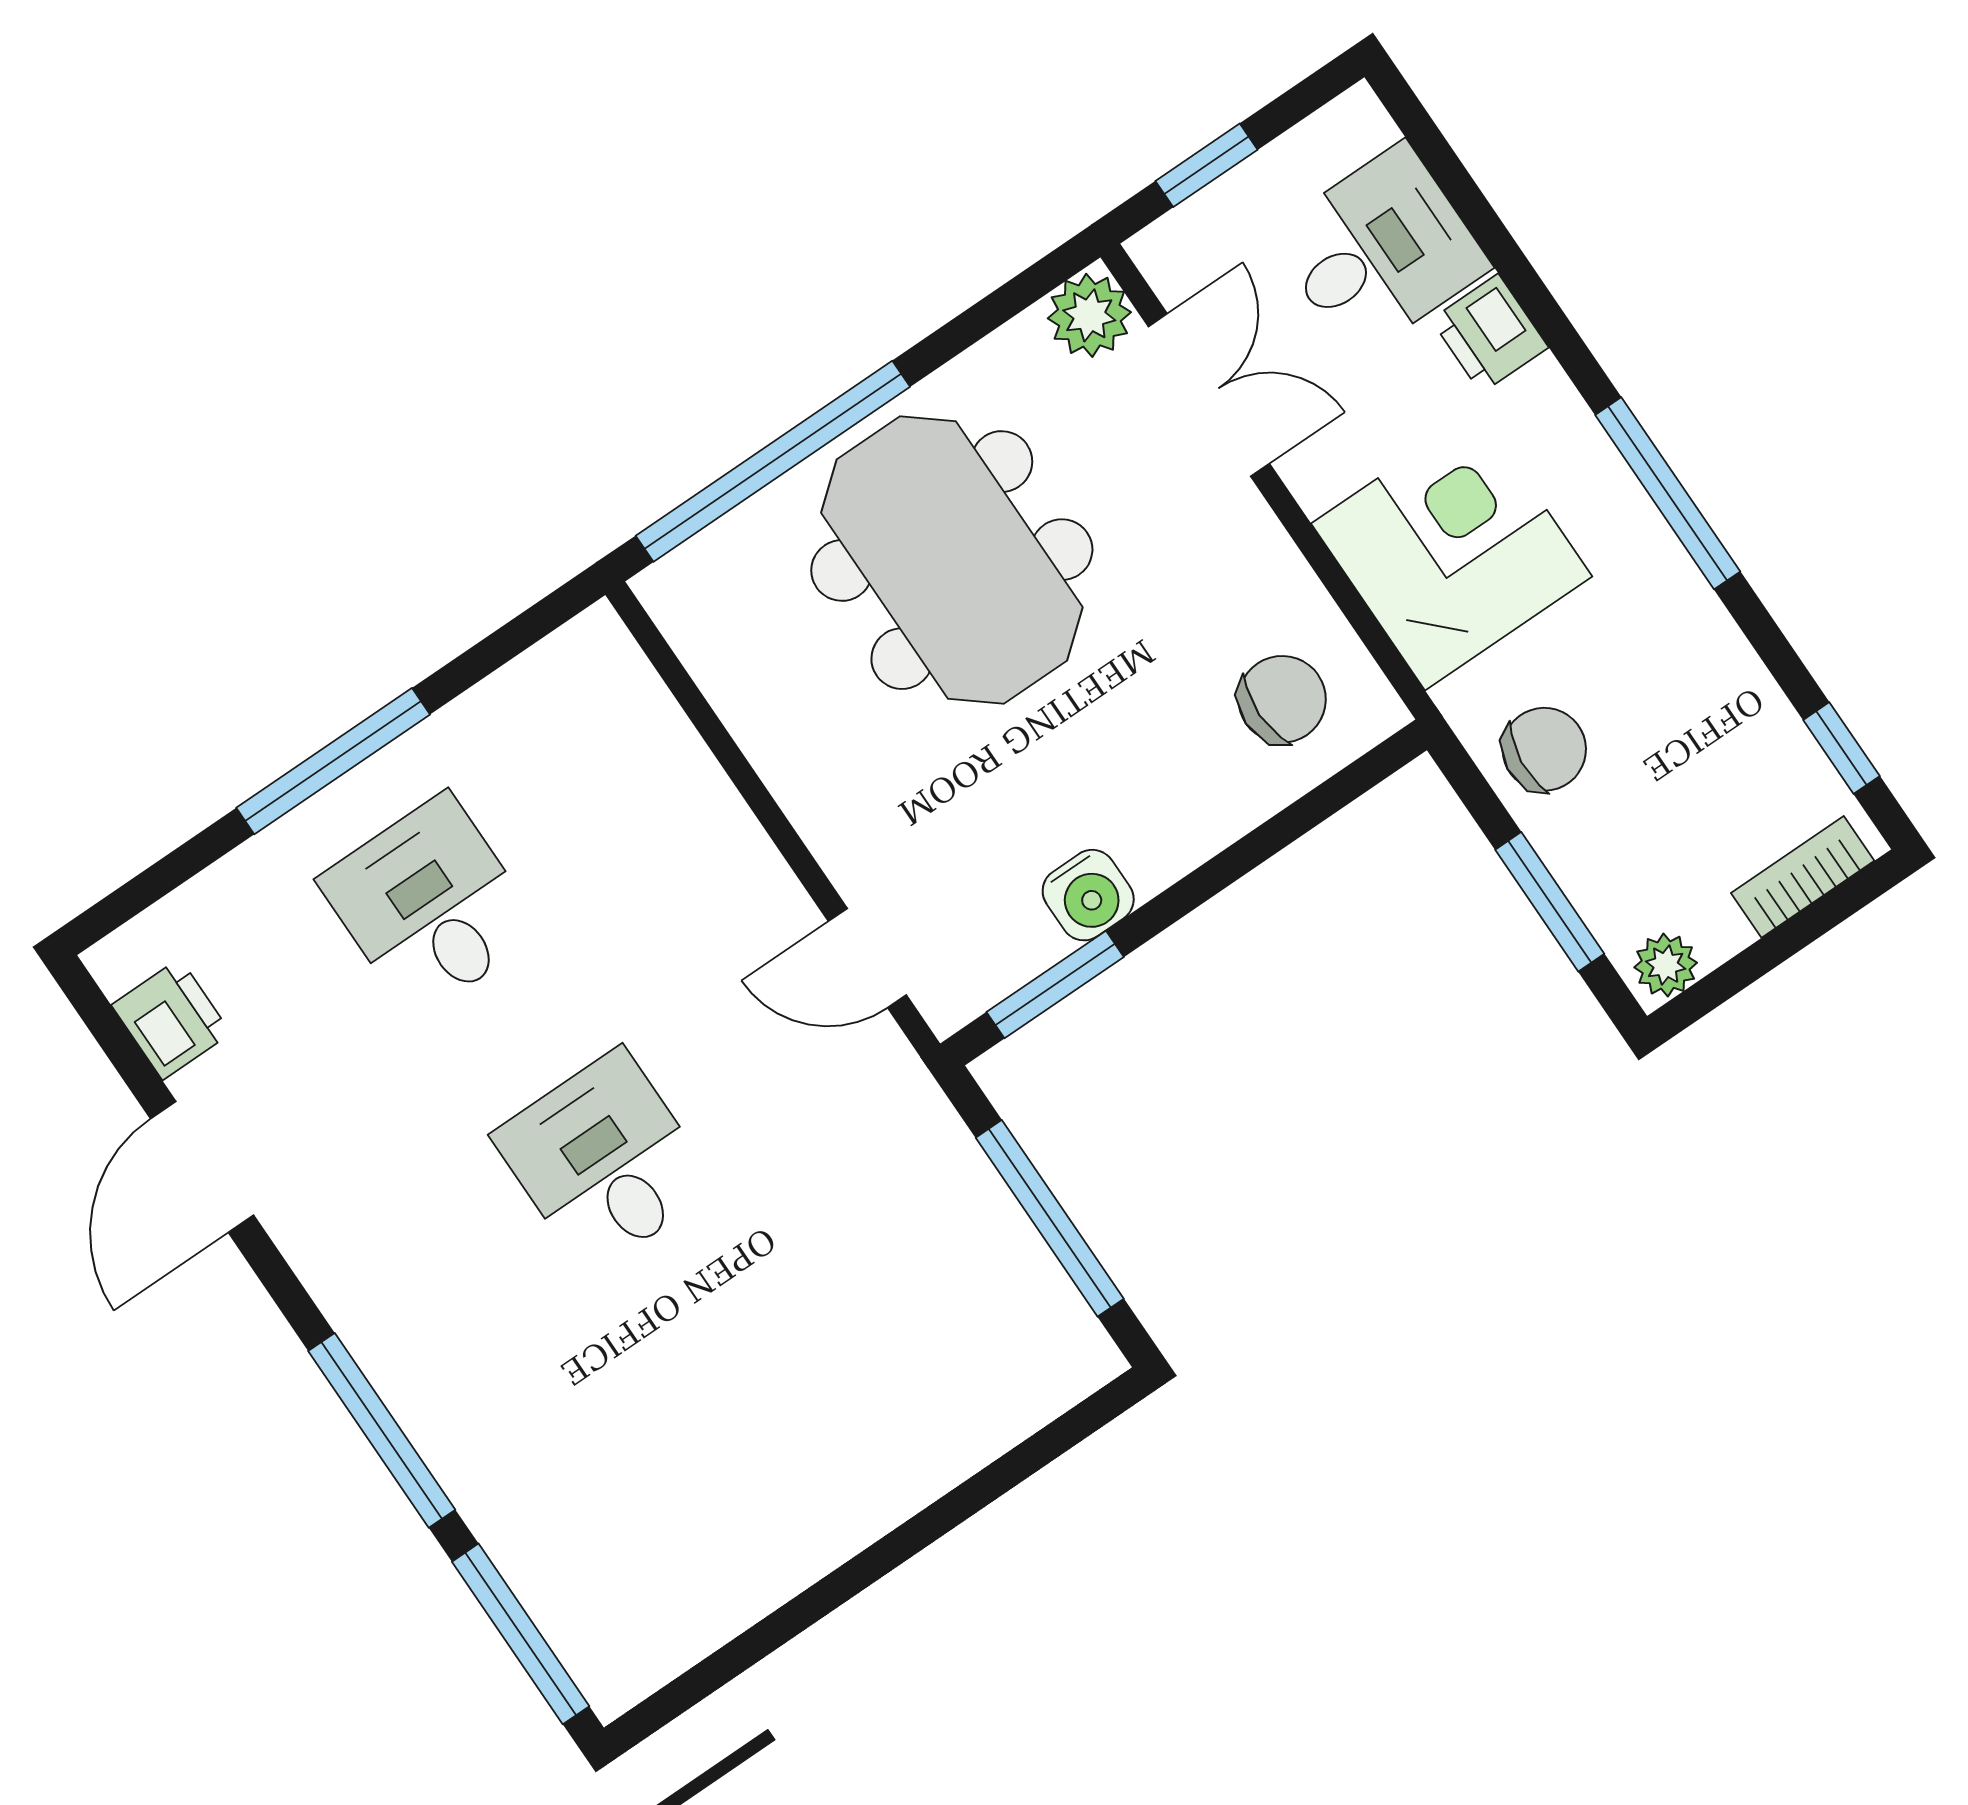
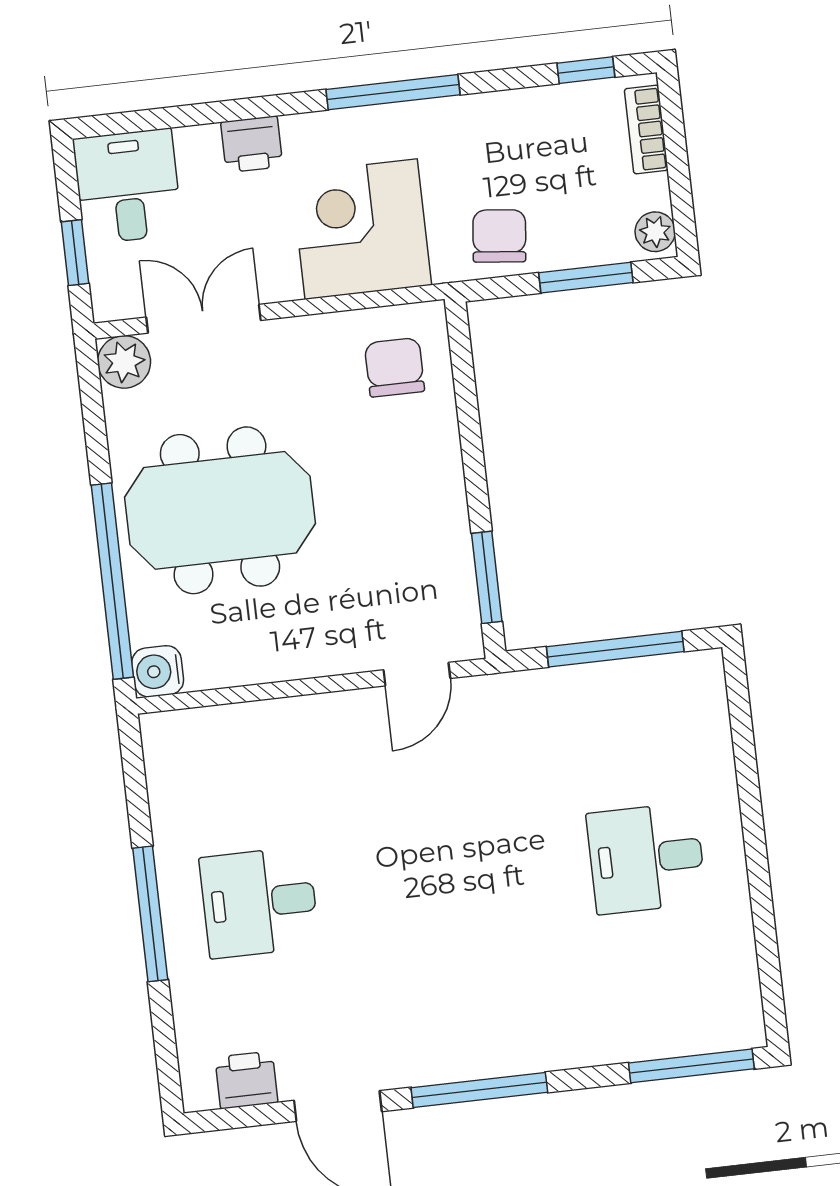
desk: (1380, 251) -> (128, 186), moved
water cooler: (1088, 895) -> (158, 671), moved, turned 180
desk: (605, 1161) -> (646, 858), moved
window: (382, 1430) -> (479, 1090), moved

